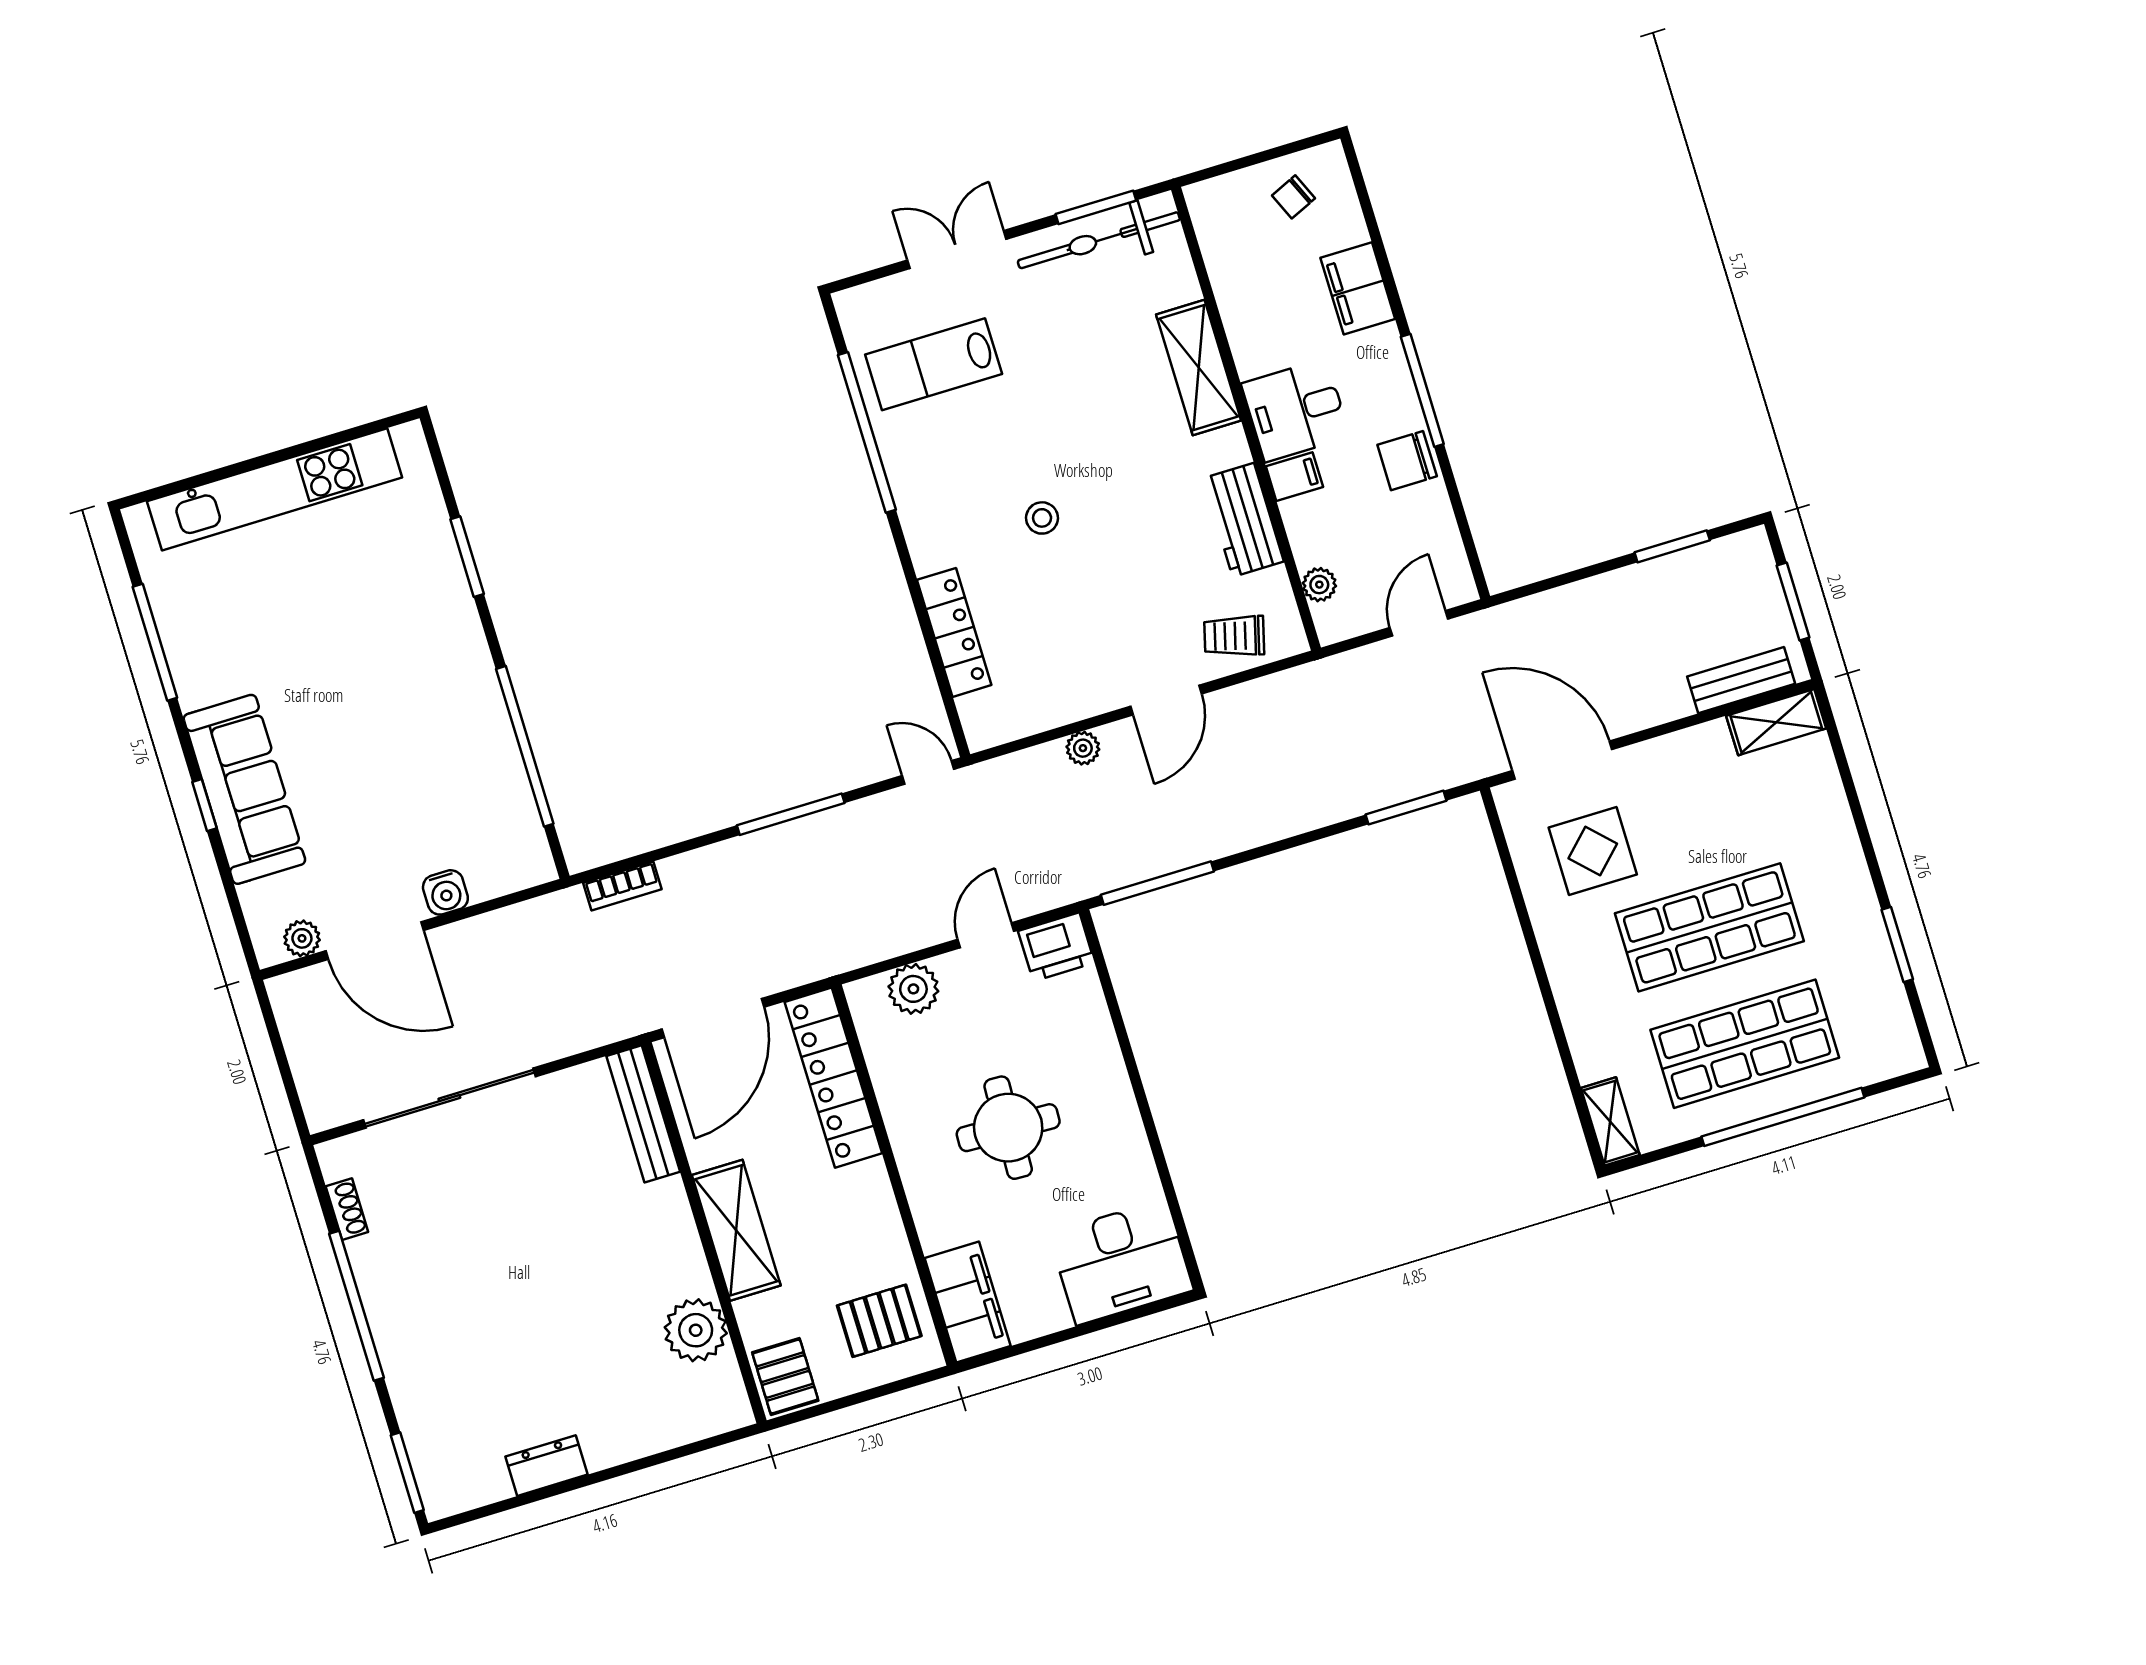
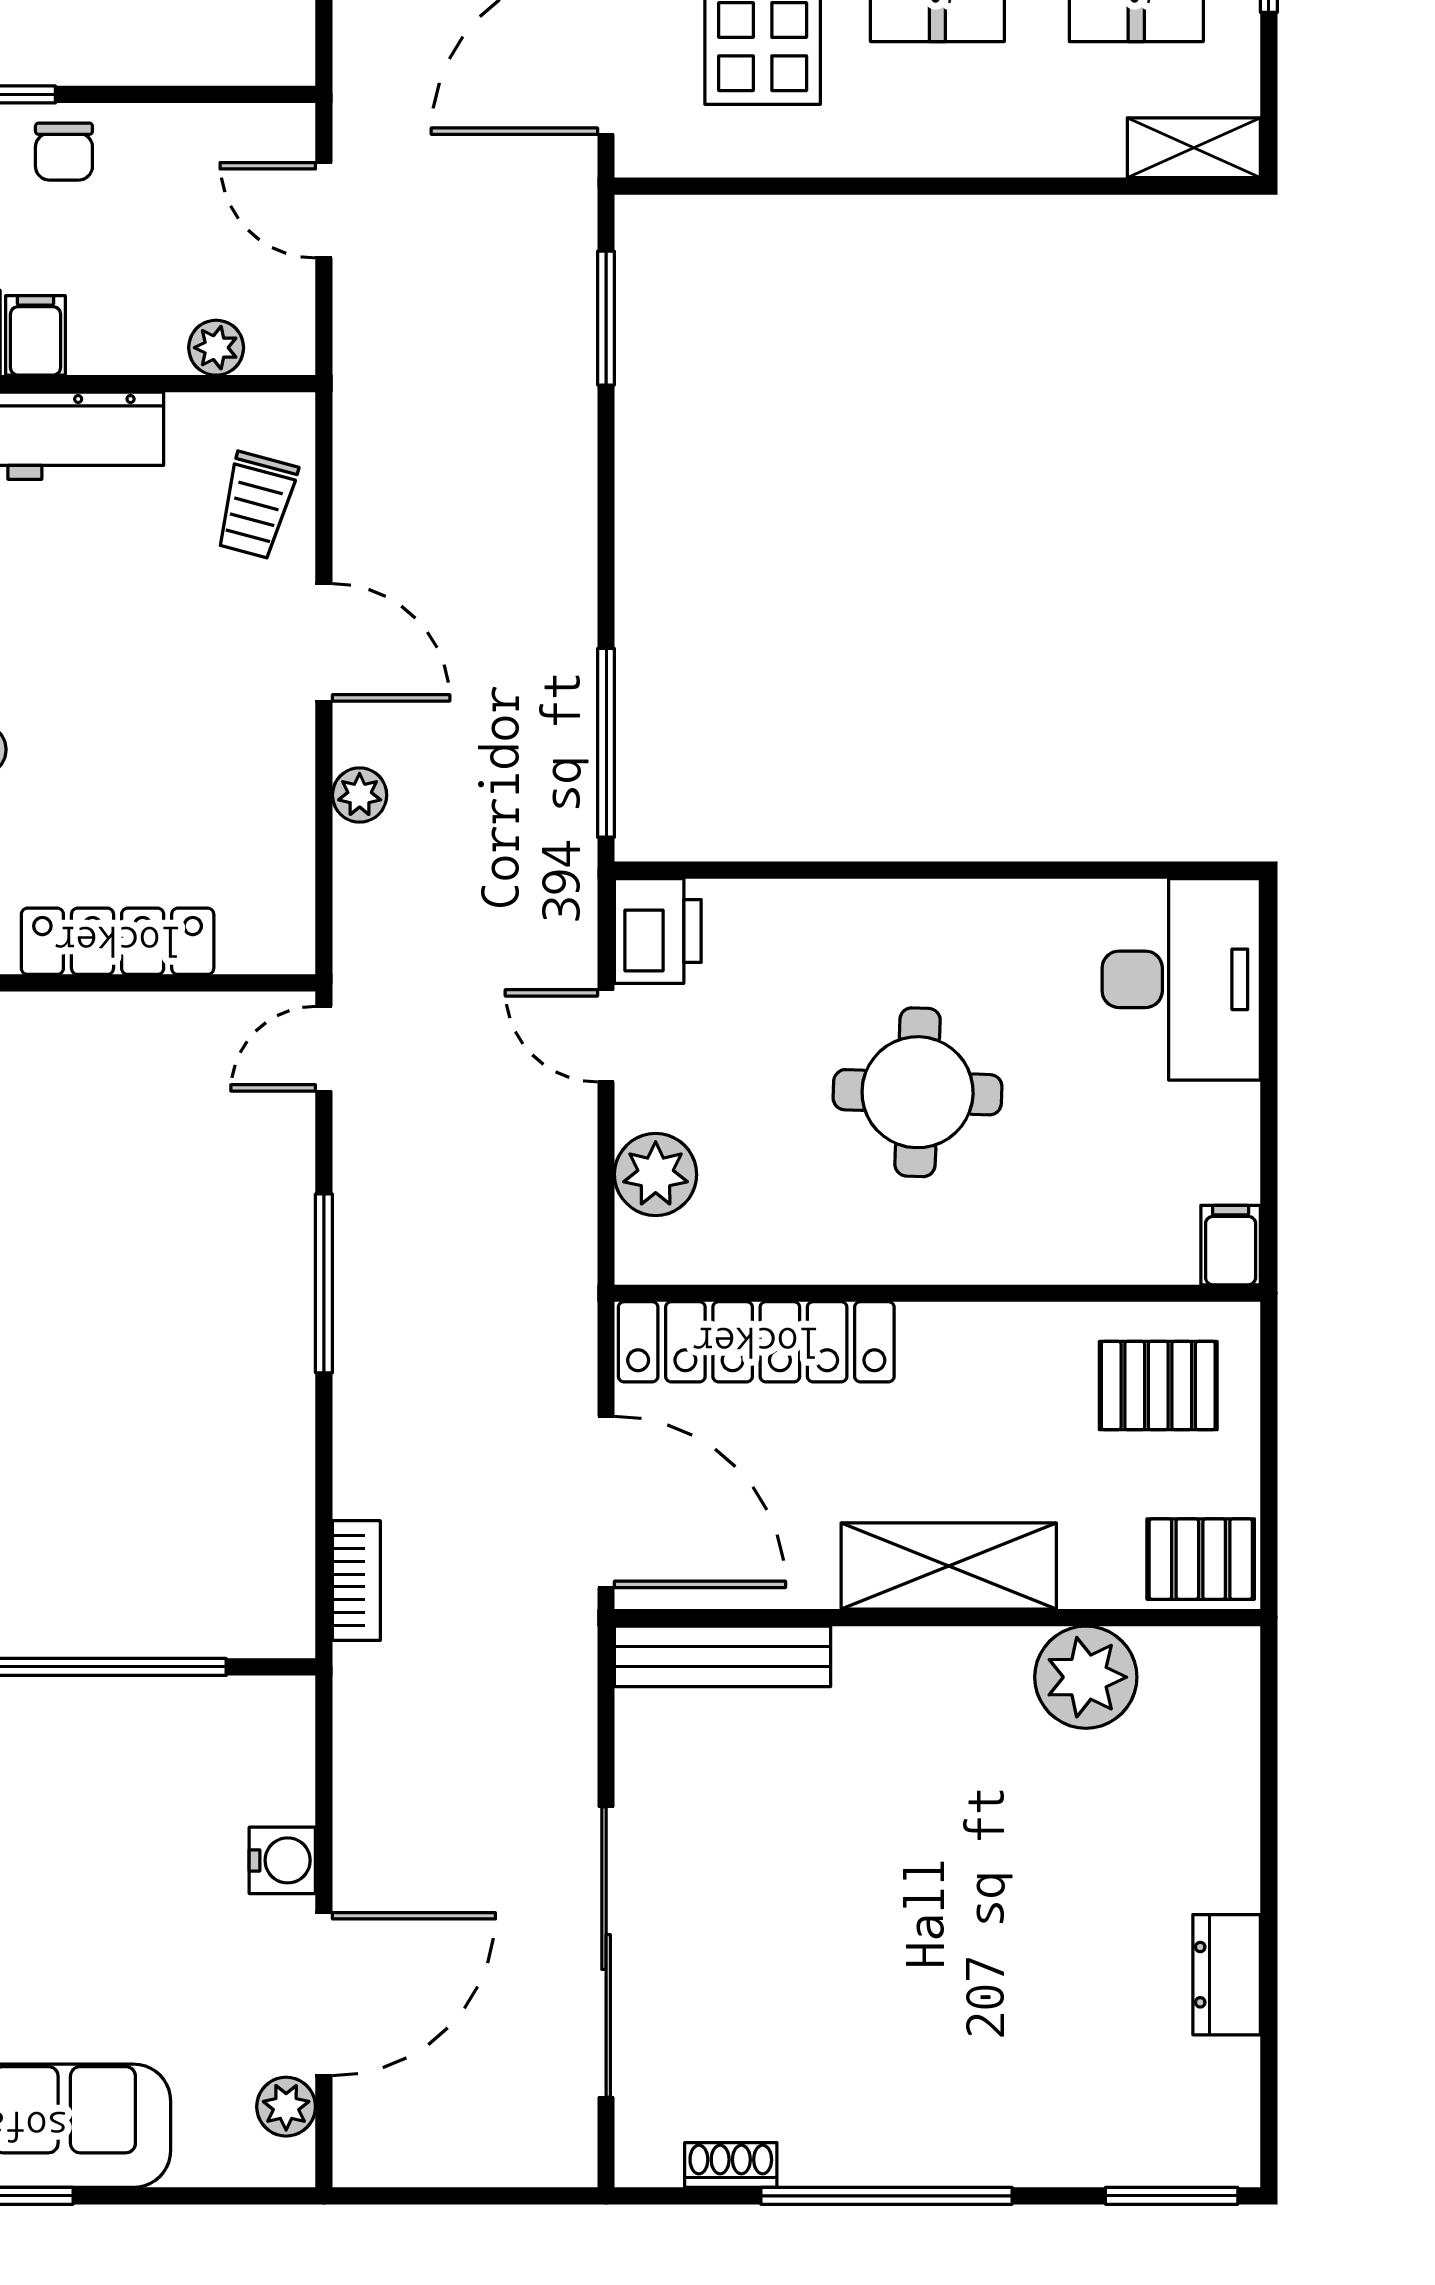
chair: (1407, 461) -> (64, 152), width x0.73, depth x0.73
filing cabinet: (968, 1302) -> (1231, 1245), width x0.33, depth x0.86
pallet: (879, 1321) -> (1158, 1386), turned 90

